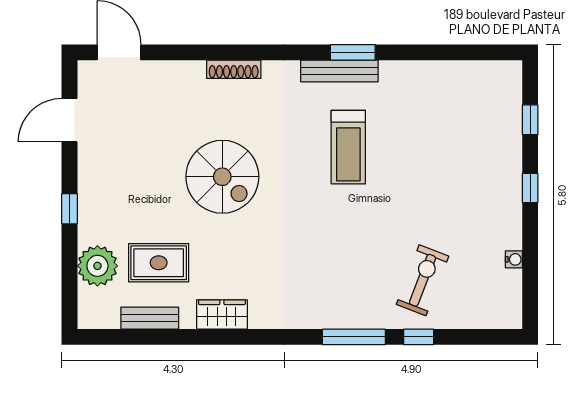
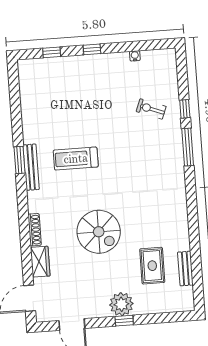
treadmill: (348, 147) -> (76, 159), turned 180
spiral stairs: (222, 177) -> (99, 232), turned 90
plant: (97, 266) -> (121, 304), moved
exercise bike: (423, 280) -> (151, 109), width x0.73, depth x0.72
wardrobe: (222, 315) -> (40, 262), moved, turned 180

